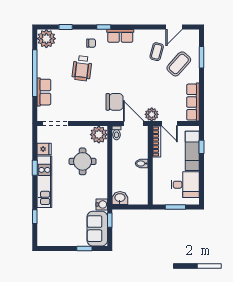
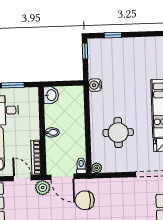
plant: (99, 135) -> (97, 168), width x0.53, depth x0.53
washbasin: (120, 198) -> (51, 95), moved, turned -90
window: (110, 220) -> (85, 51), moved
sofa: (97, 229) -> (99, 58), removed

